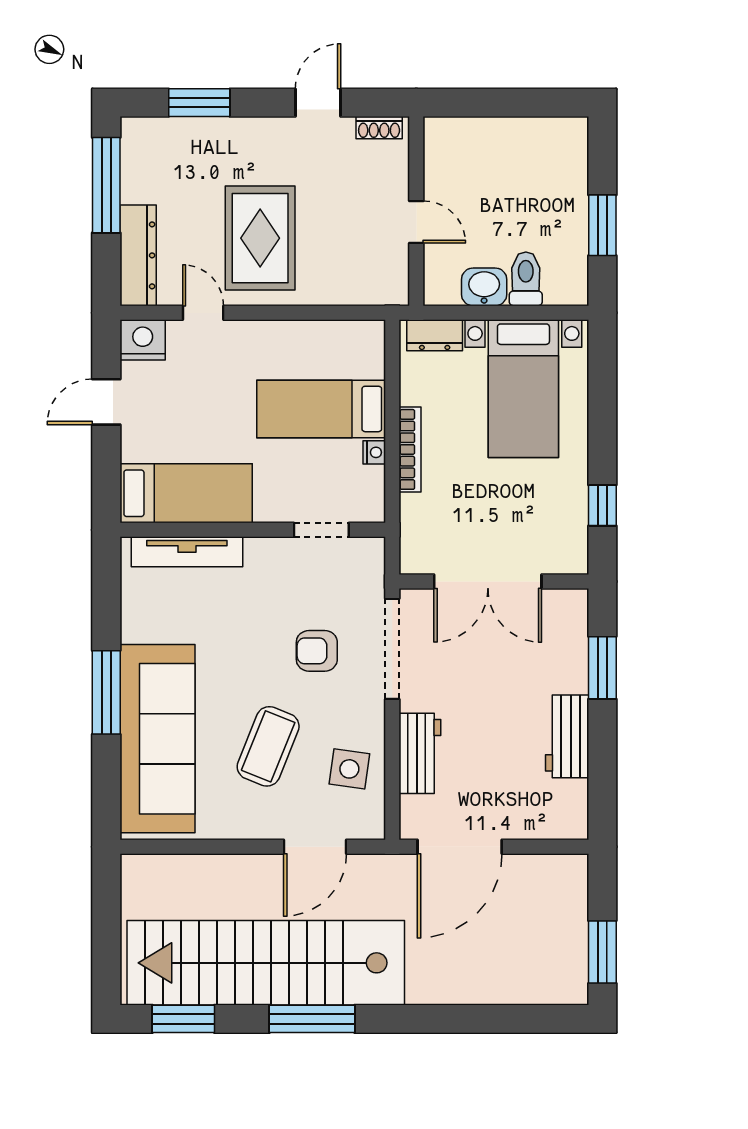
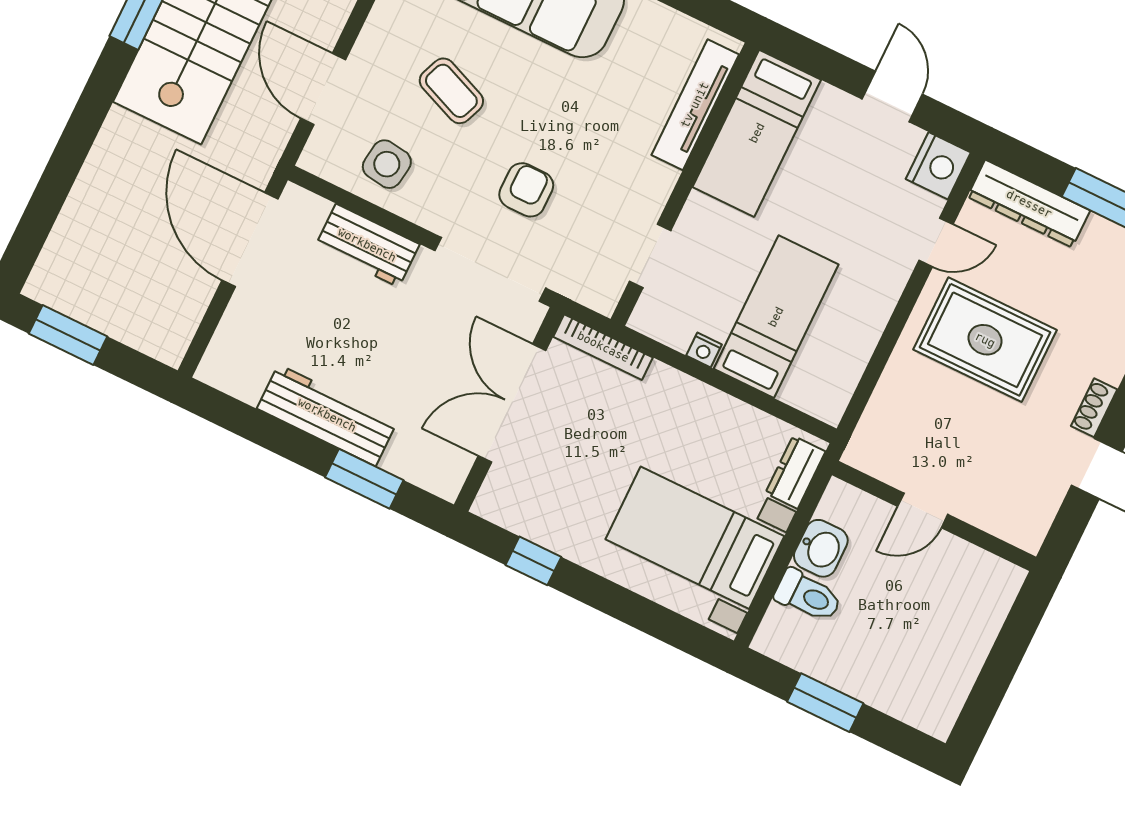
shoe rack: (379, 128) -> (1094, 408), moved
bookcase: (410, 449) -> (603, 347), moved
workbench: (567, 736) -> (327, 415), width x1.38
coffee table: (268, 746) -> (451, 91), width x0.73, depth x0.77

